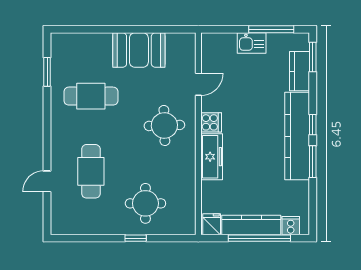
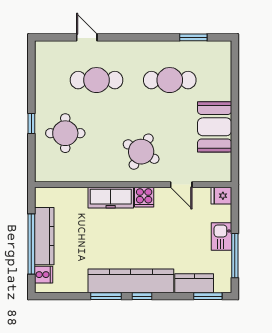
cafe table: (91, 96) -> (170, 80), turned 90
round table: (164, 125) -> (141, 152), turned 31
fridge: (212, 224) -> (221, 196), moved, turned 180

